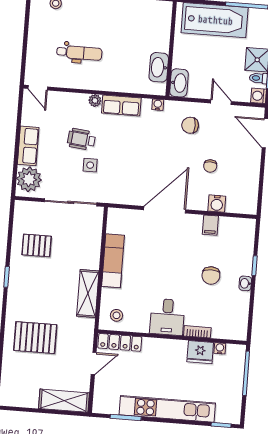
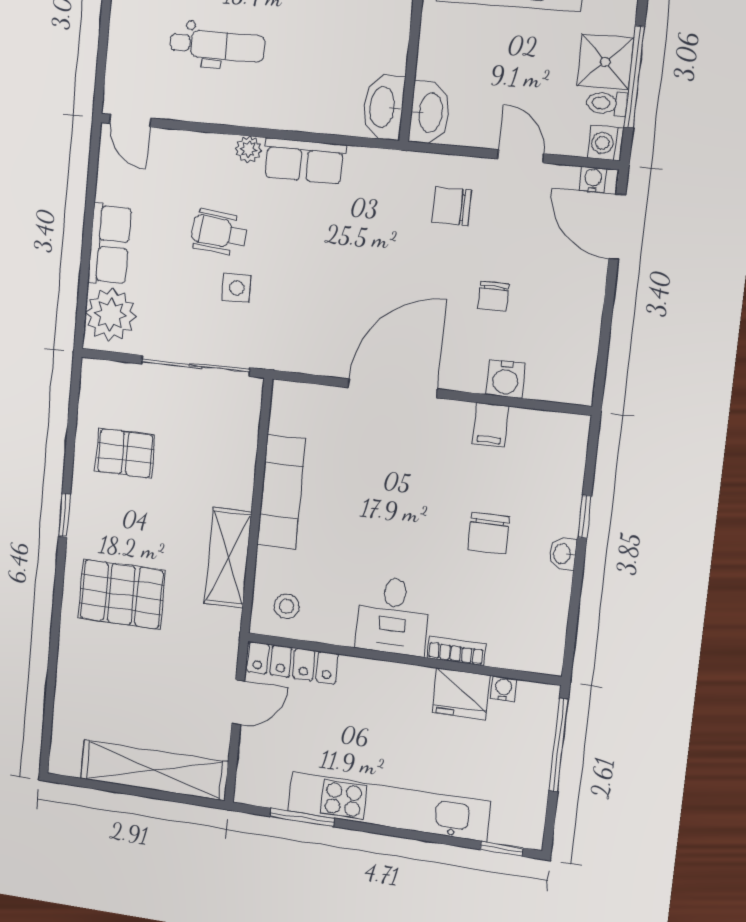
washbasin: (159, 67) -> (383, 107), moved
water cooler: (158, 105) -> (593, 180), moved
pallet: (35, 338) -> (121, 594), moved
shelving: (64, 401) -> (154, 770), width x1.47

